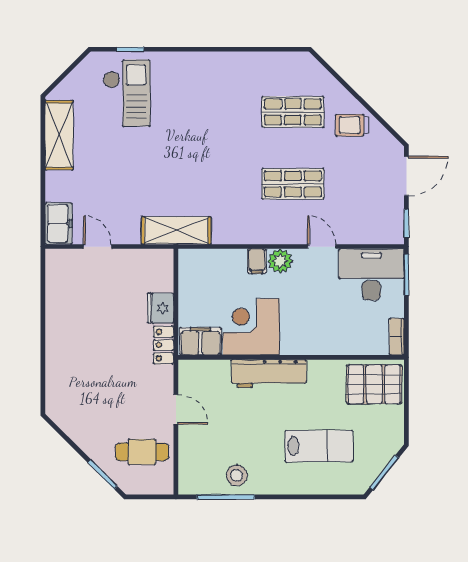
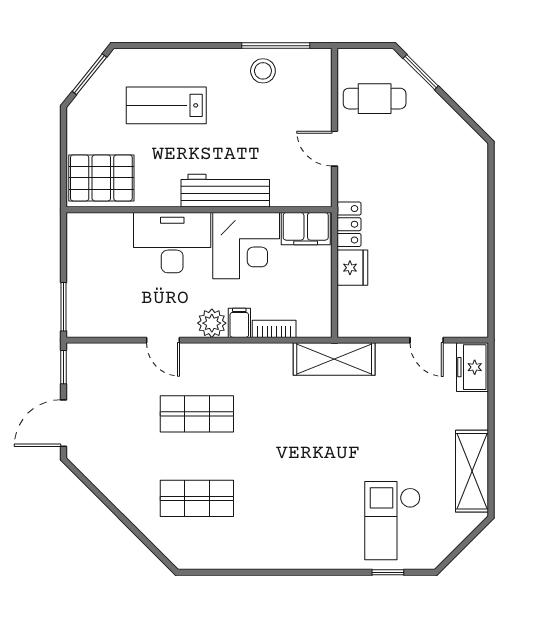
trolley: (352, 125) -> (127, 483), removed
desk: (371, 274) -> (172, 243), moved, turned 180
bookcase: (397, 337) -> (274, 329), moved, turned -90

